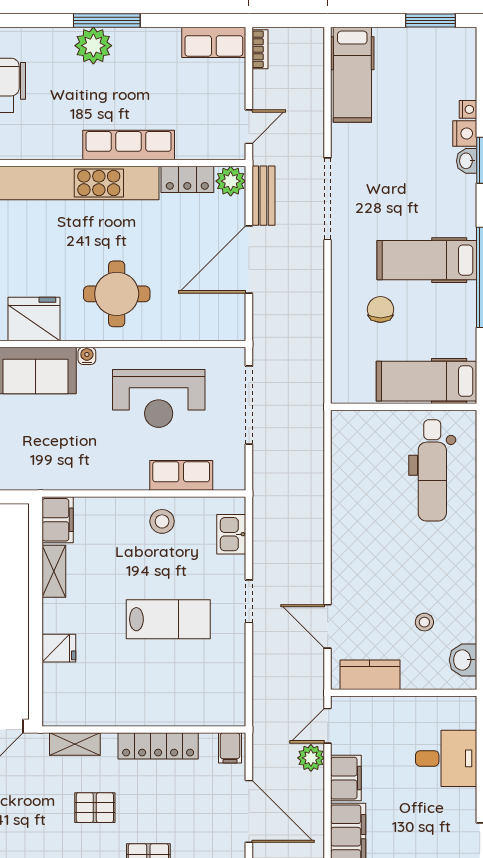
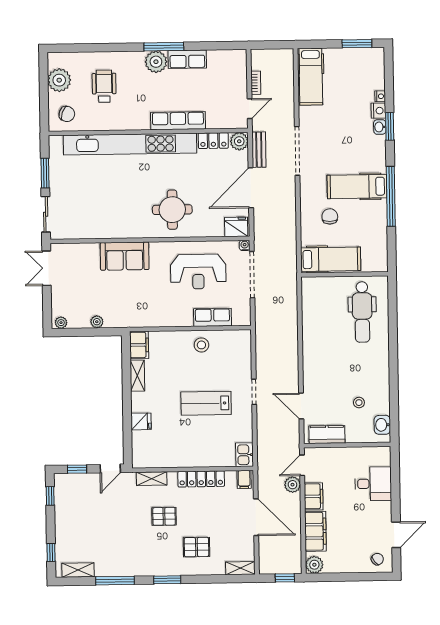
row of seats: (214, 42) -> (187, 59), moved
bookcase: (260, 49) -> (256, 83), moved
fridge: (34, 319) -> (236, 227), moved, width x0.73, depth x0.75
water cooler: (87, 356) -> (245, 245), moved
hospital bed: (426, 381) -> (331, 259), moved, turned 180
kitchen sink: (231, 534) -> (245, 455), moved
lab bench: (168, 619) -> (206, 403), turned 180

